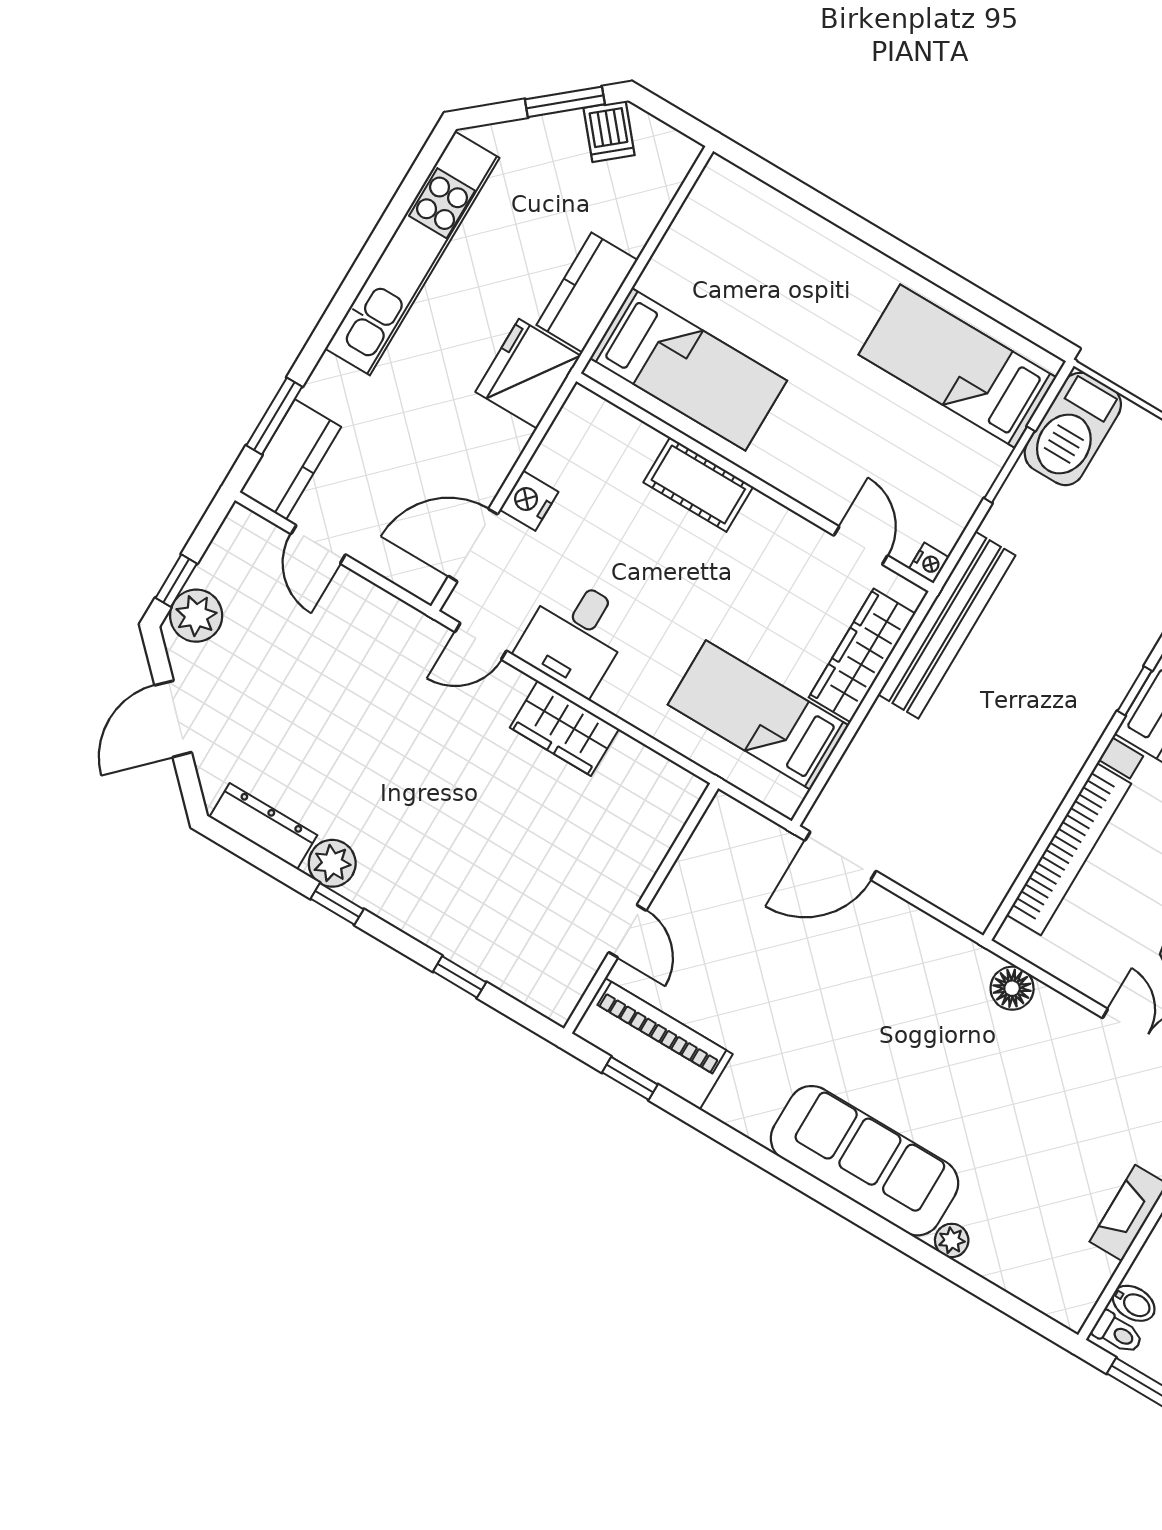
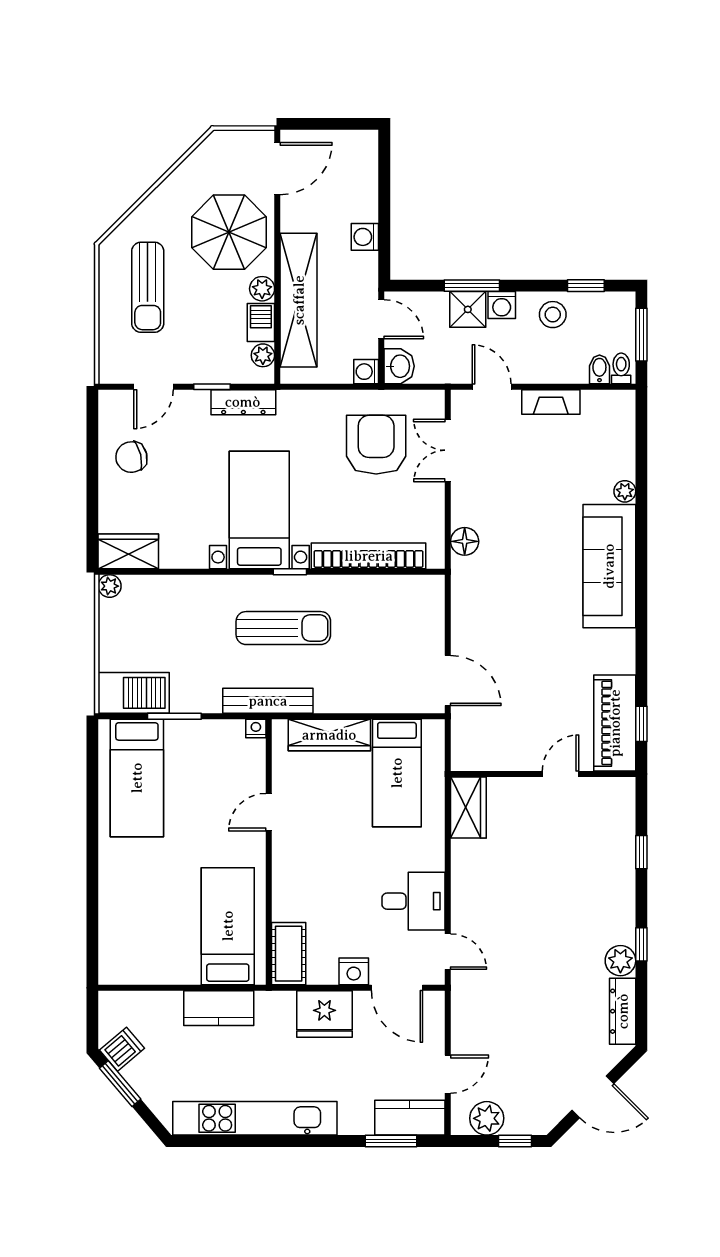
fridge: (528, 374) -> (324, 1014), moved
cot: (698, 484) -> (289, 954), moved
door: (861, 545) -> (269, 812), moved
plant: (196, 616) -> (487, 1118), moved
bench: (947, 625) -> (268, 701), width x0.73, depth x0.82
sun lounger: (1040, 679) -> (283, 628), added
window: (1135, 691) -> (290, 572), moved
wardrobe: (564, 728) -> (468, 807), moved

